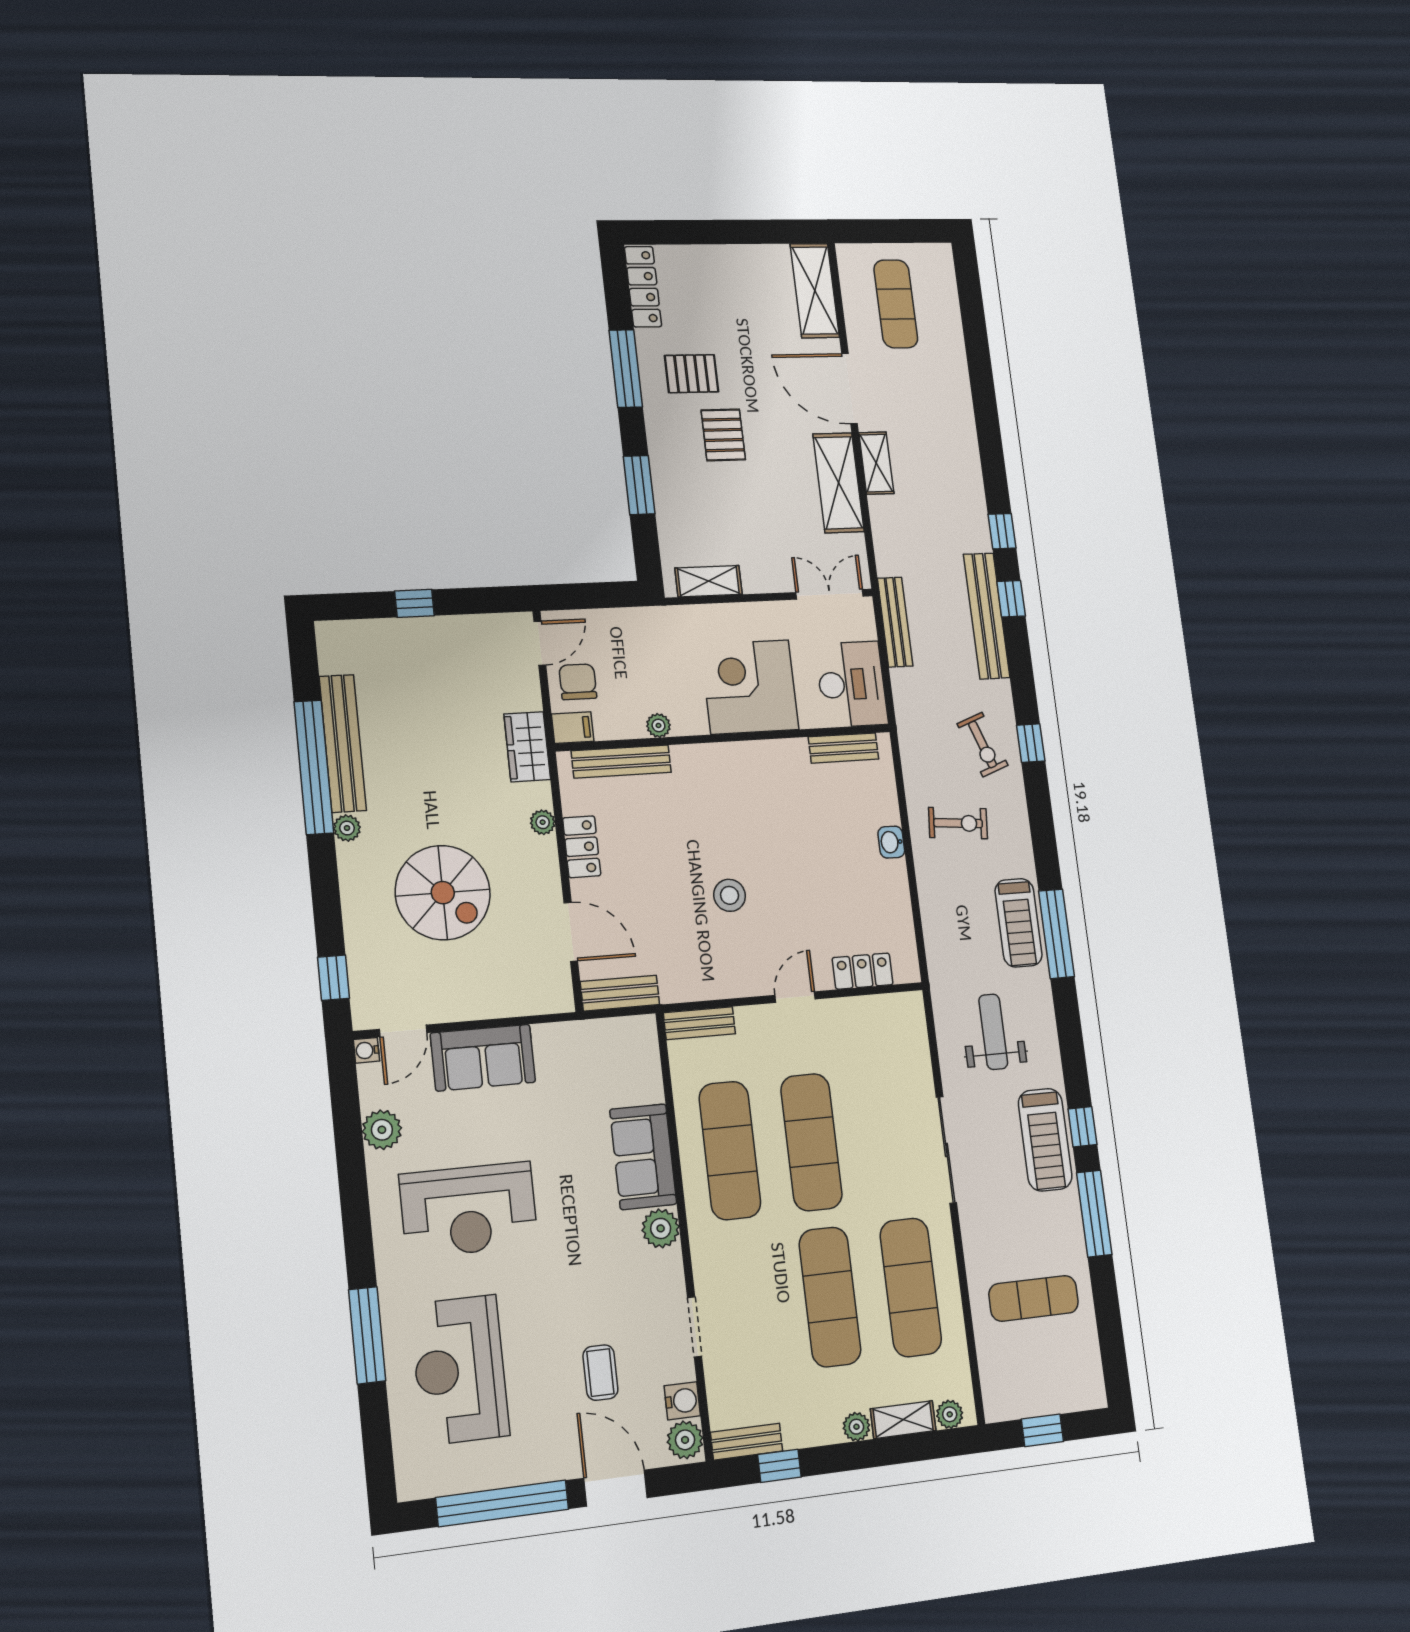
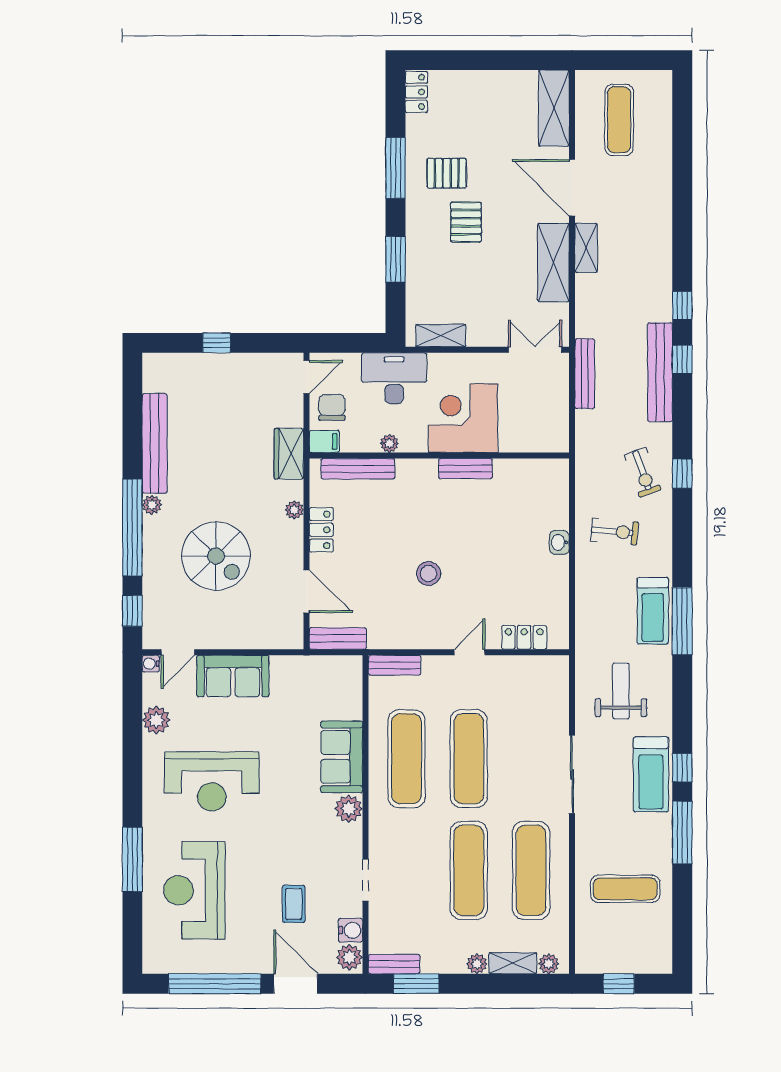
locker: (643, 287) -> (416, 92), width x0.66
desk: (852, 684) -> (394, 378), moved, turned -90
bench: (843, 748) -> (465, 469), moved
window: (314, 767) -> (132, 527), moved
window: (779, 1466) -> (416, 984), width x1.50

